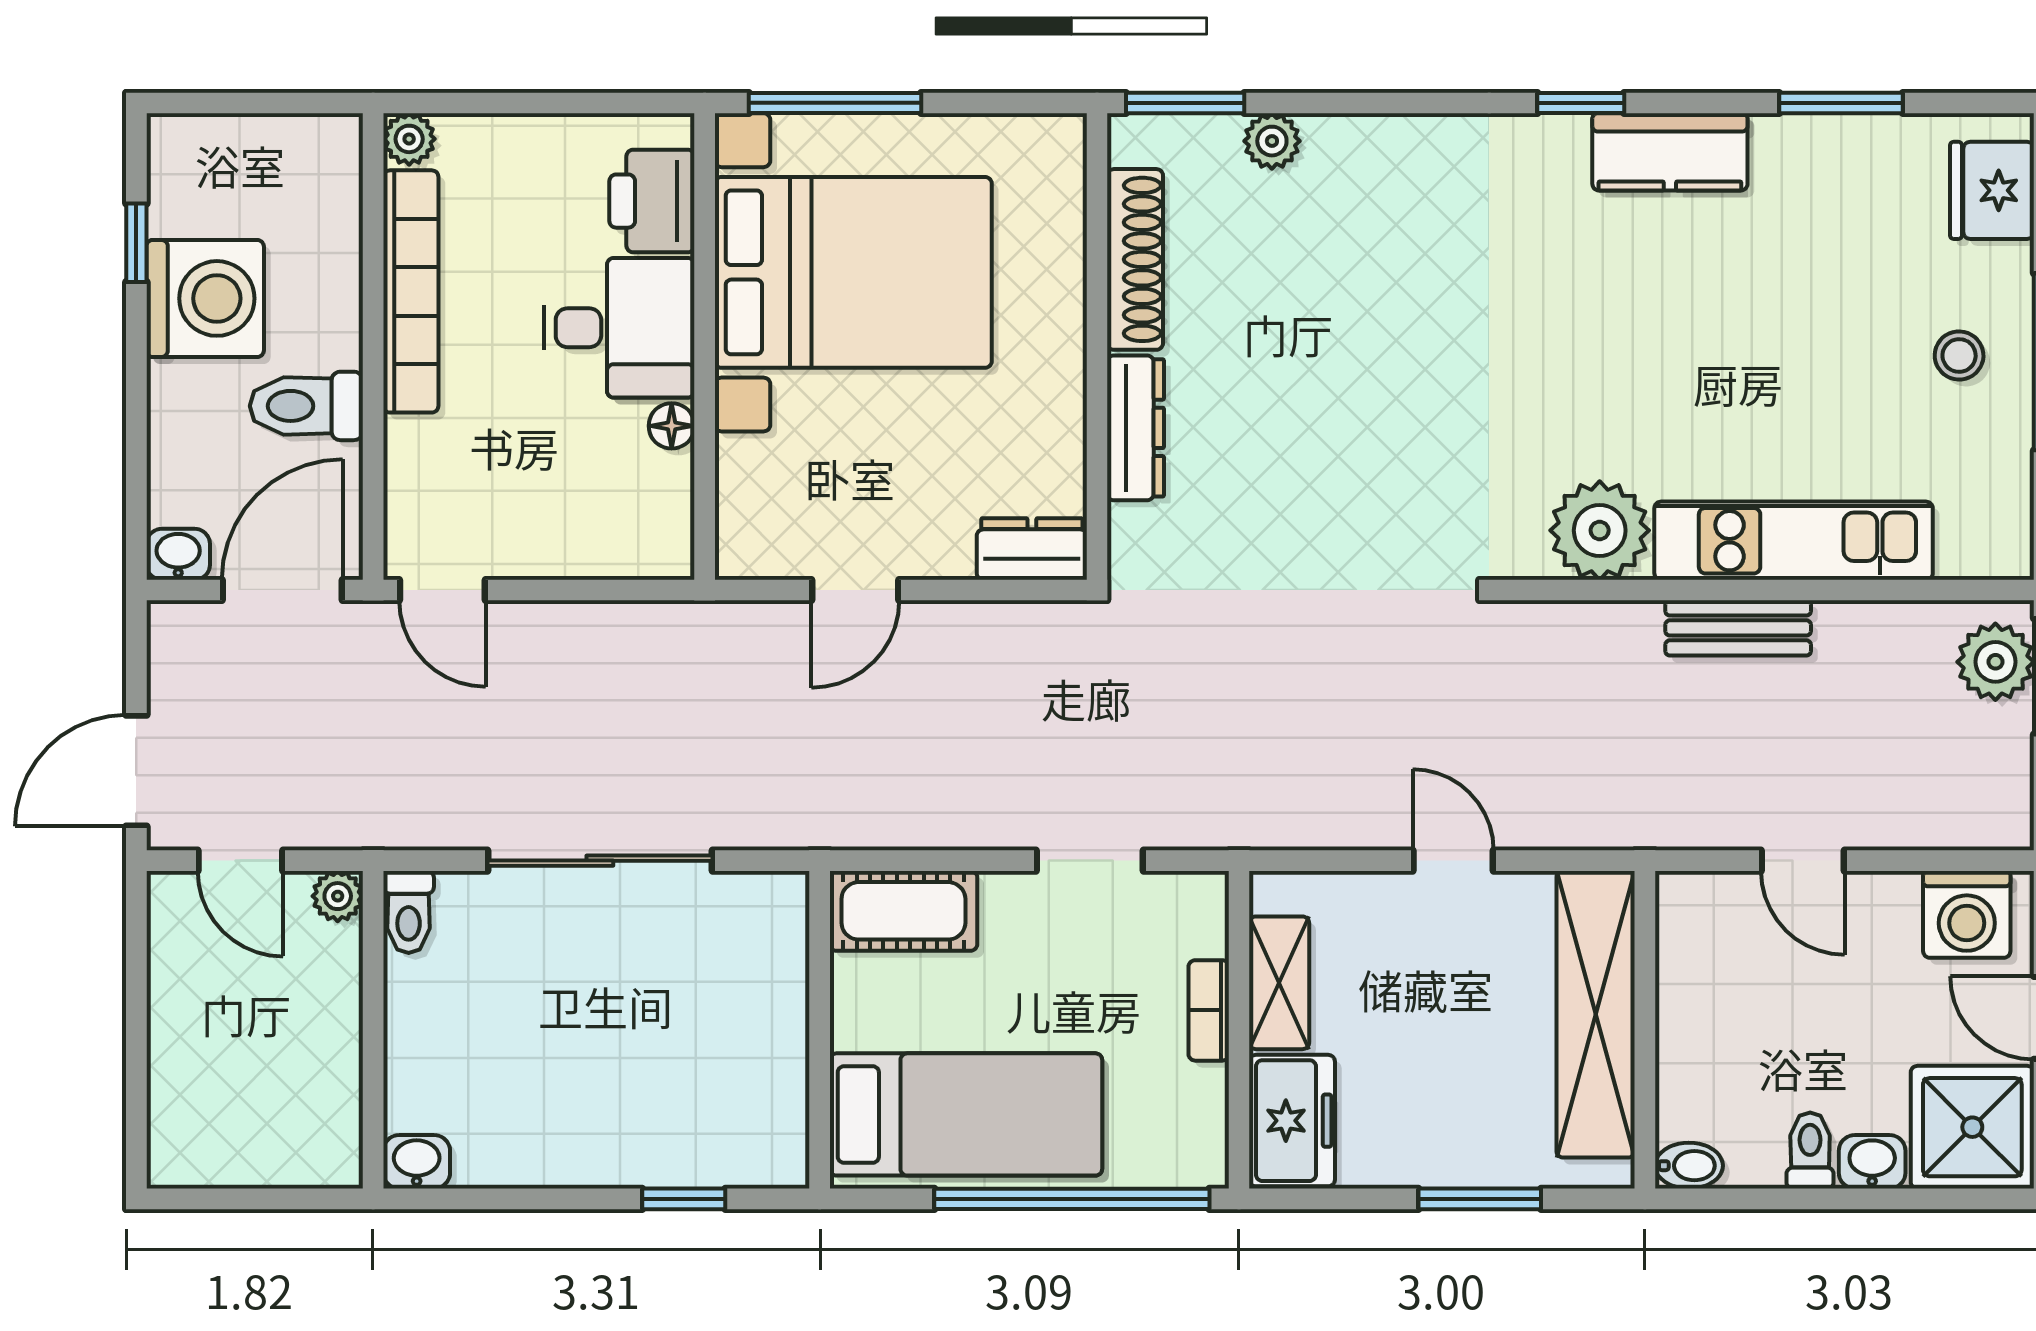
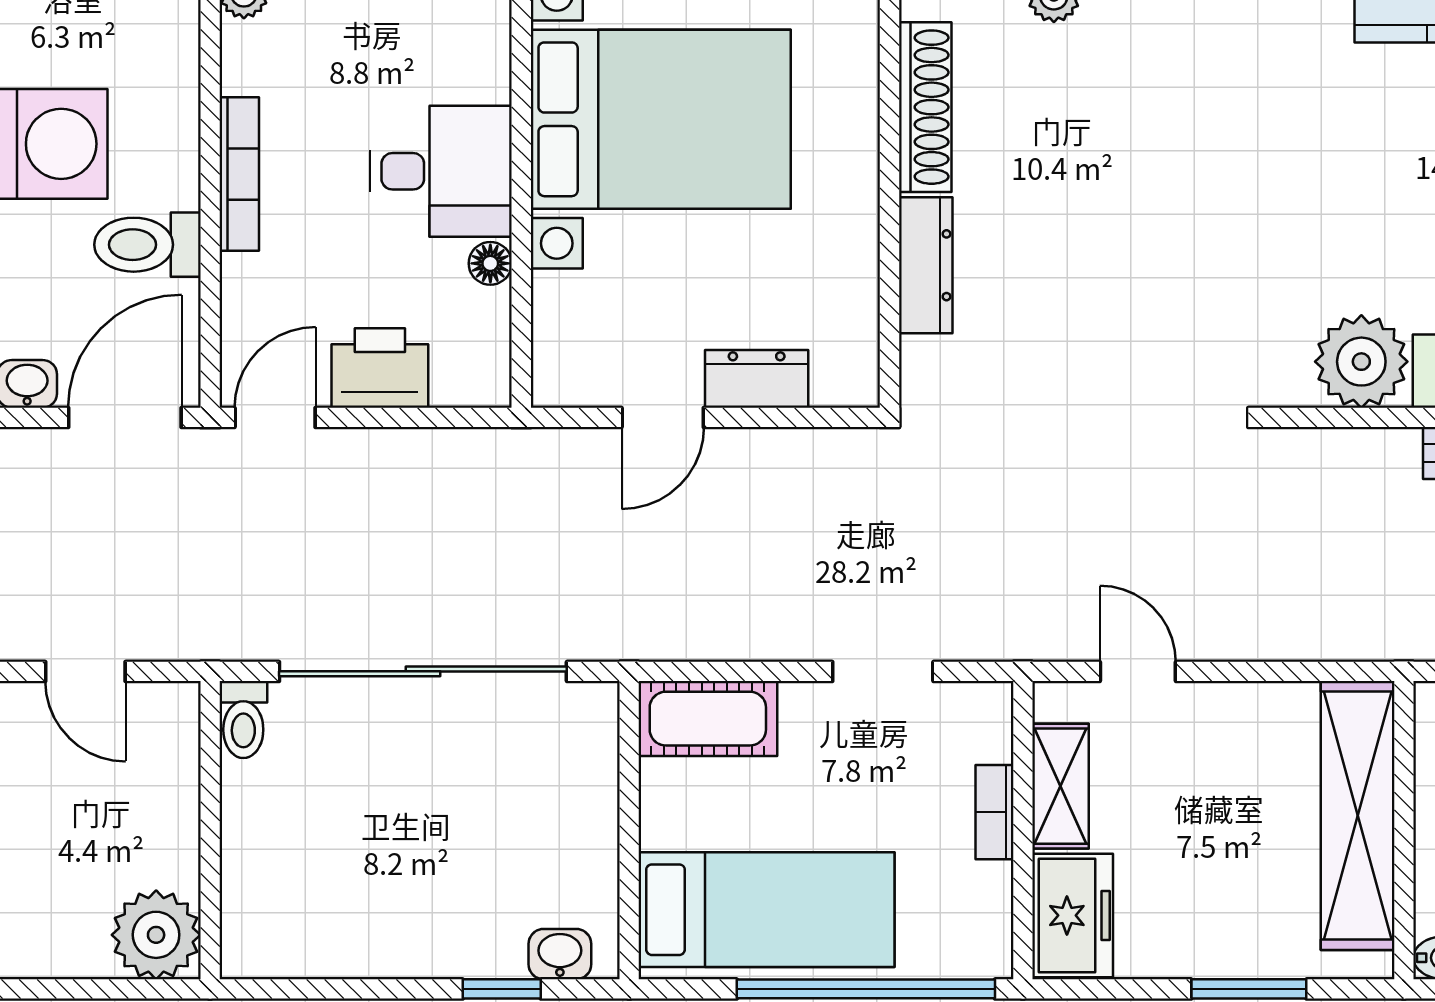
printer: (652, 201) -> (380, 368), moved, turned 90
bookcase: (411, 291) -> (239, 174), width x0.68, depth x0.76
dresser: (1032, 549) -> (757, 379), moved
door: (442, 590) -> (275, 417), swing flipped
sliding door: (600, 861) -> (423, 671), width x1.36
door: (1453, 861) -> (1138, 671), moved
plant: (338, 896) -> (156, 935), moved, width x1.88, depth x1.88
washbasin: (417, 1162) -> (560, 954), moved

